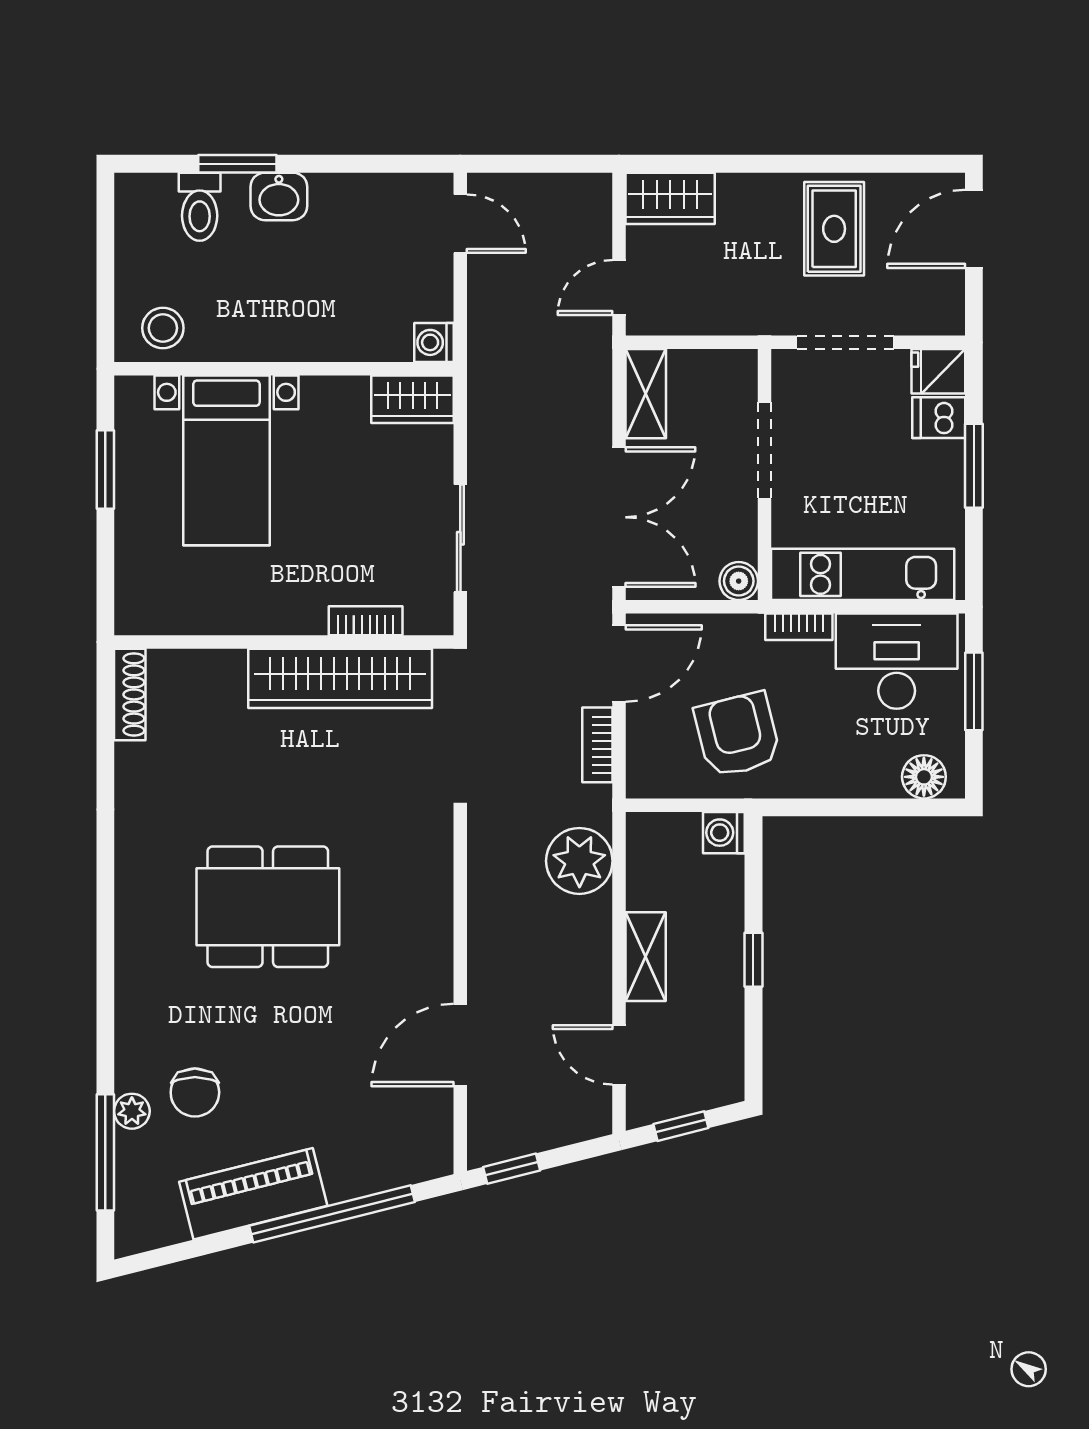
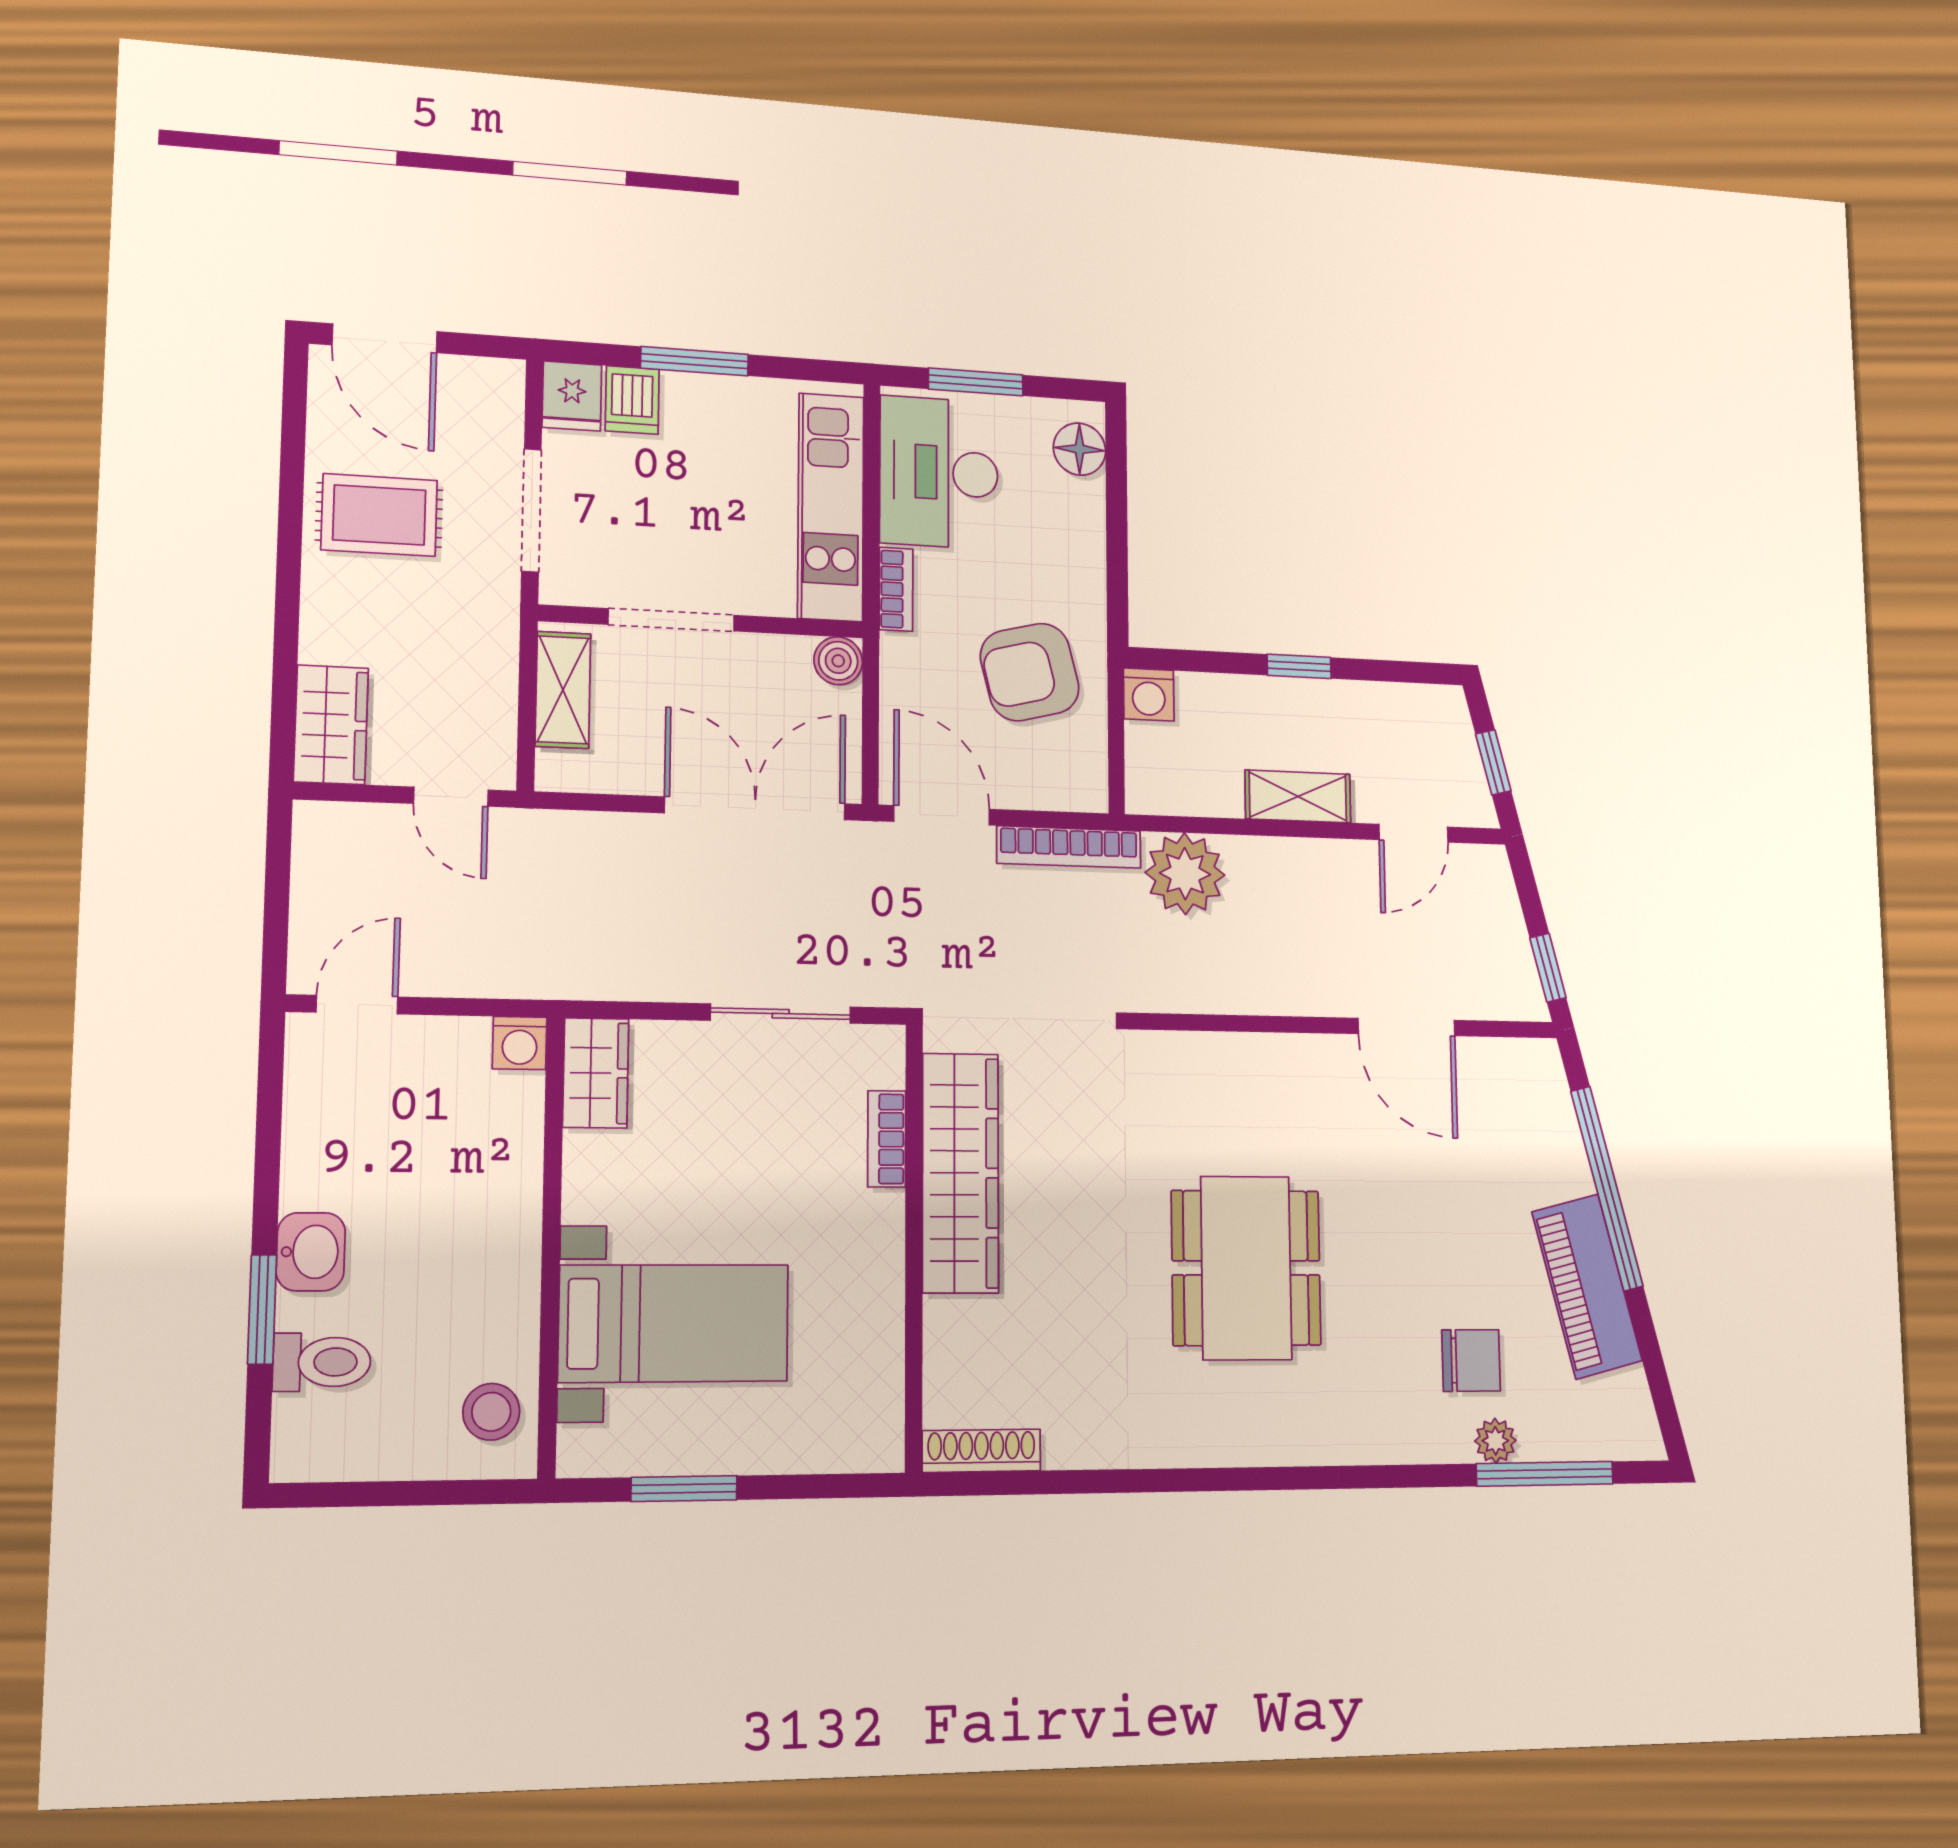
shelving: (646, 394) -> (563, 690), moved, turned 90
bookcase: (597, 745) -> (1069, 847), width x1.56

